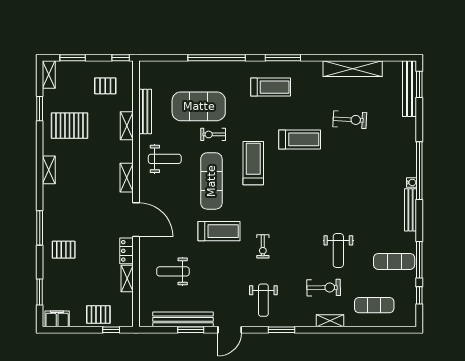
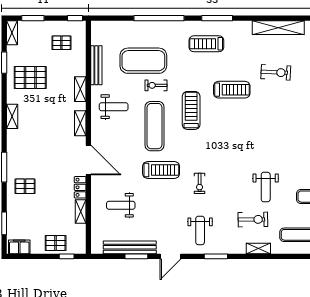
treadmill: (271, 87) -> (206, 44), turned 180
shelving: (127, 126) -> (80, 89), moved

